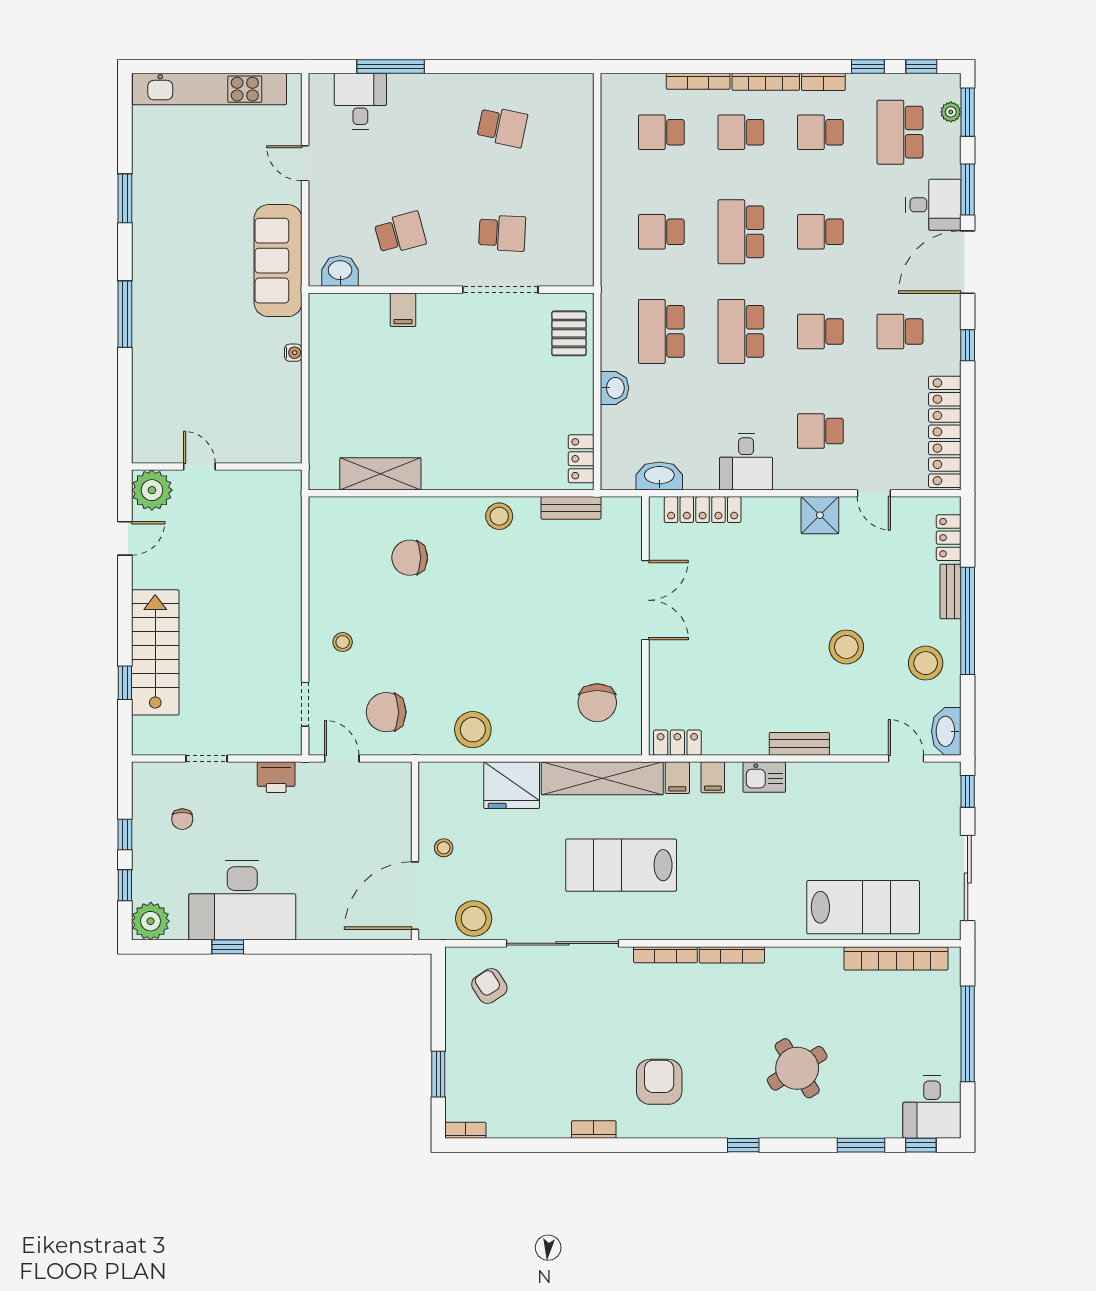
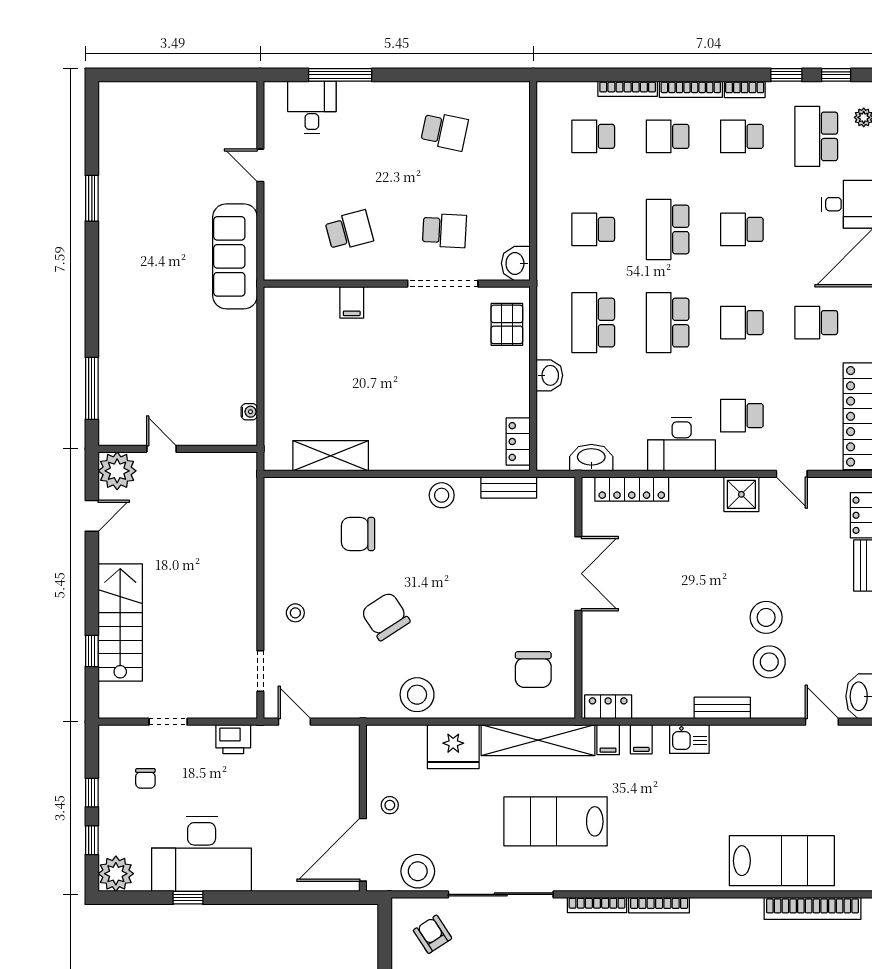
kitchen unit: (209, 89) -> (171, 96), removed
washbasin: (340, 271) -> (516, 263), moved, turned -90
window: (125, 314) -> (92, 388), moved
water cooler: (293, 353) -> (249, 412), moved
desk: (746, 462) -> (682, 444), width x1.37
stool: (926, 663) -> (769, 662), moved
chair: (386, 712) -> (386, 616), moved, turned 57

